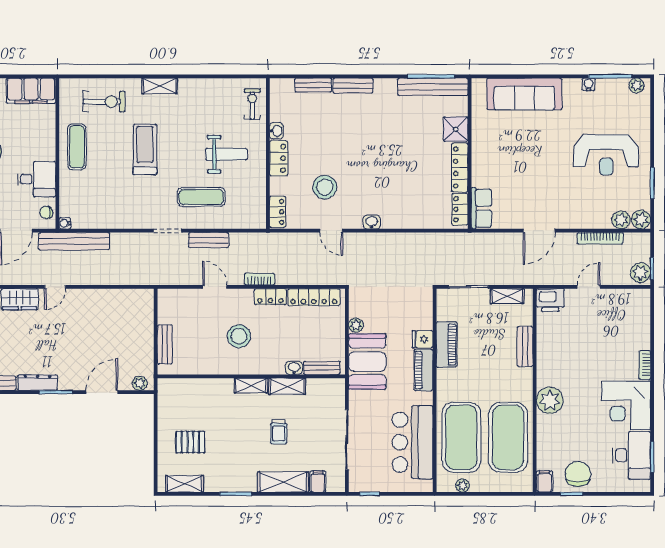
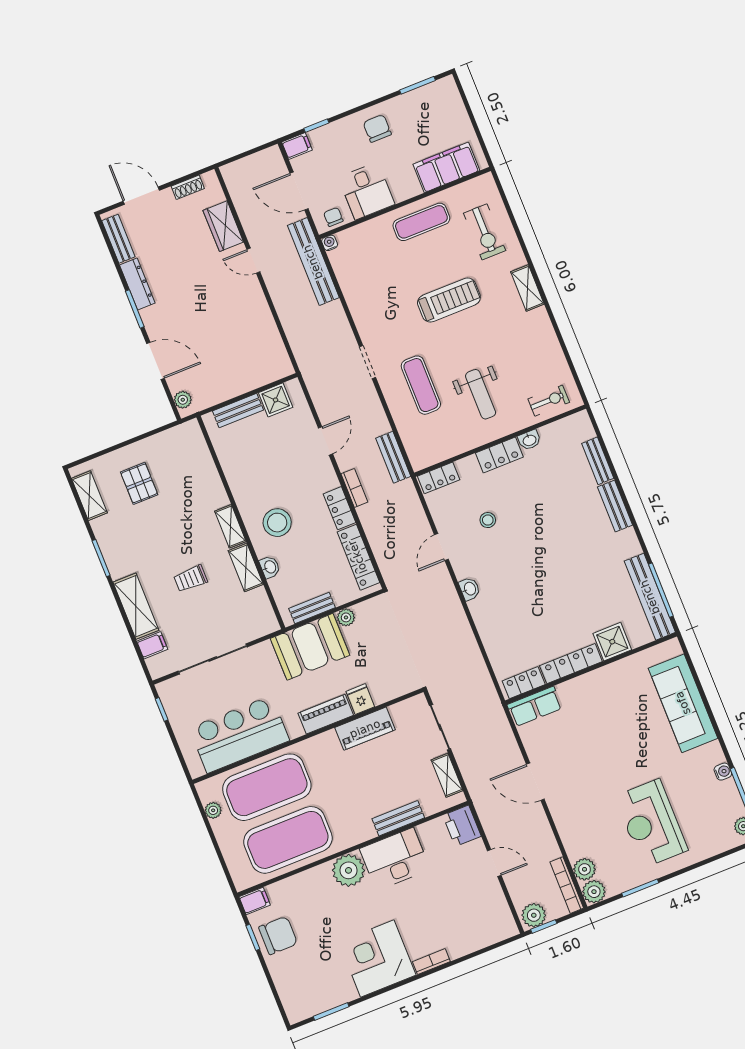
filing cabinet: (31, 91) -> (446, 167), moved, turned 90
stool: (325, 187) -> (488, 520), width x0.53, depth x0.53
bookcase: (600, 238) -> (567, 885), moved
bench: (209, 240) -> (393, 457), moved
shower: (168, 312) -> (276, 400), added
stool: (239, 336) -> (277, 523), moved
bench: (322, 368) -> (312, 608), moved, turned 90
desk: (632, 455) -> (395, 859), moved, turned 180

